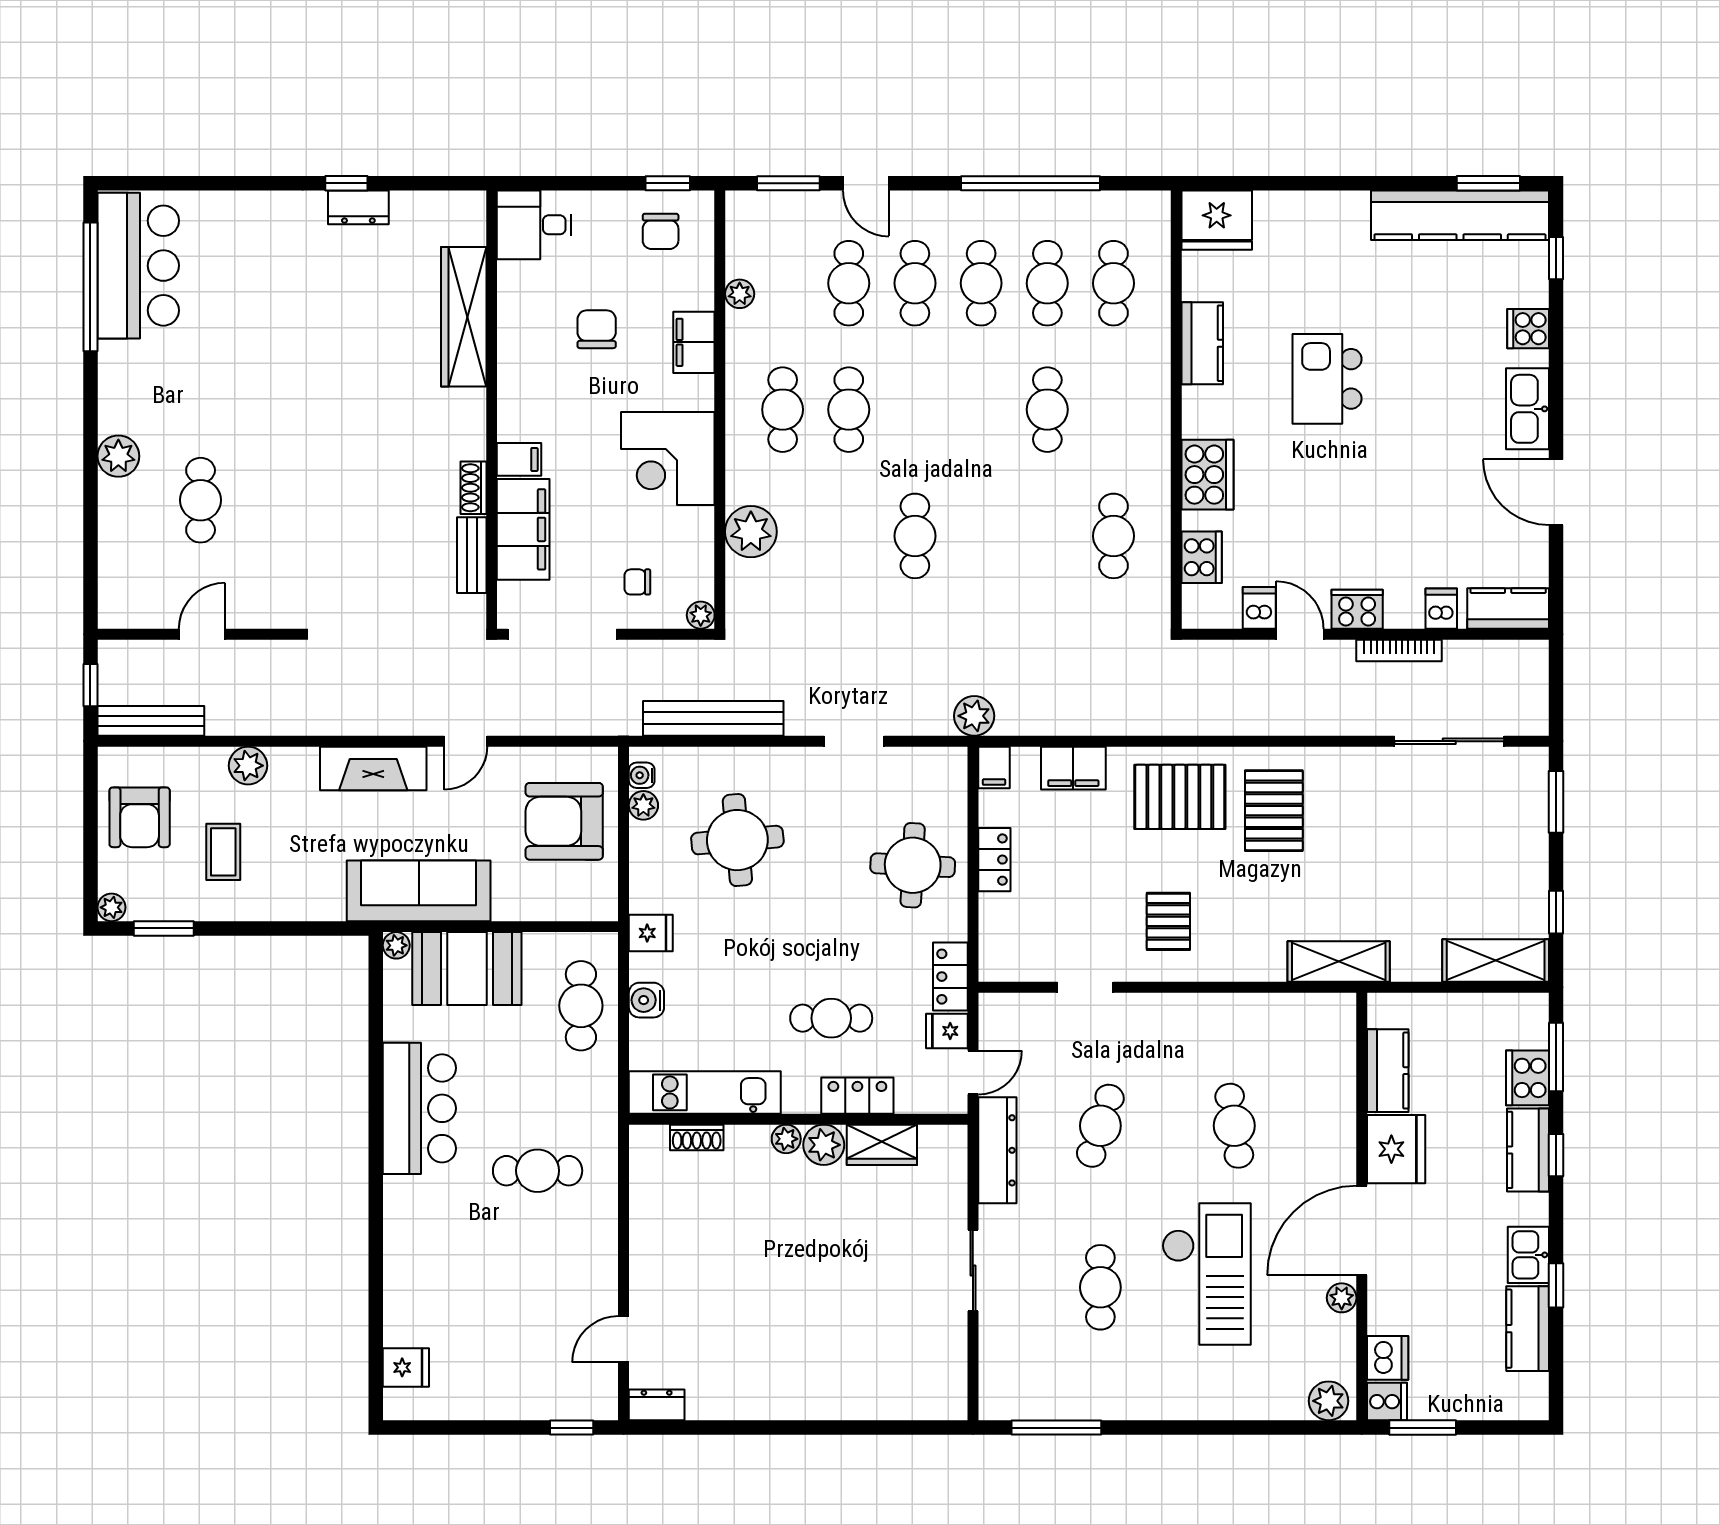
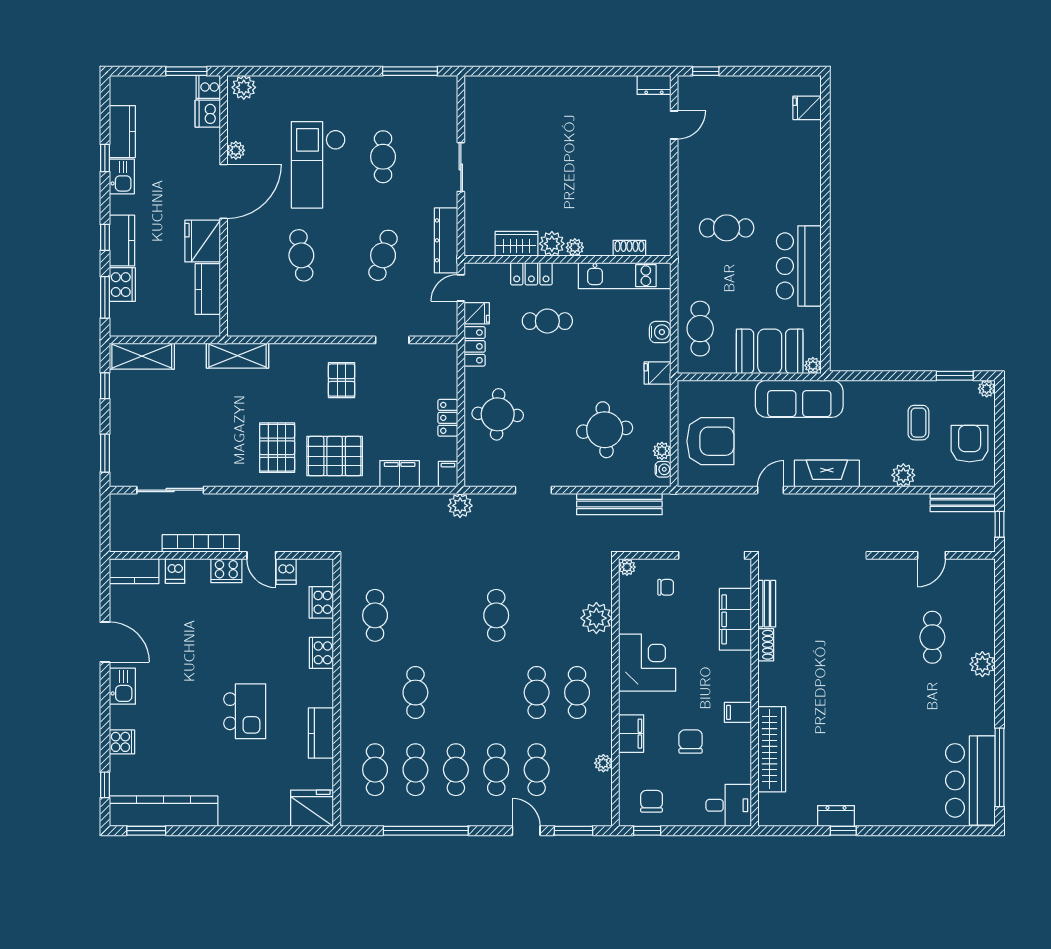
chair: (597, 329) -> (691, 742), turned 180
kitchen sink: (1527, 409) -> (122, 686), width x0.73
filing cabinet: (519, 459) -> (738, 712), moved
cooker: (1207, 475) -> (321, 653), width x0.73, depth x0.76
bookcase: (1399, 650) -> (201, 543), width x1.48, depth x1.31

